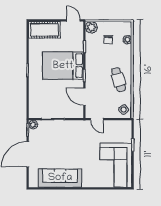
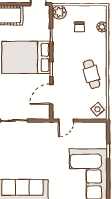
door: (84, 97) -> (51, 94), hinge flipped
door: (97, 119) -> (66, 121), hinge flipped

